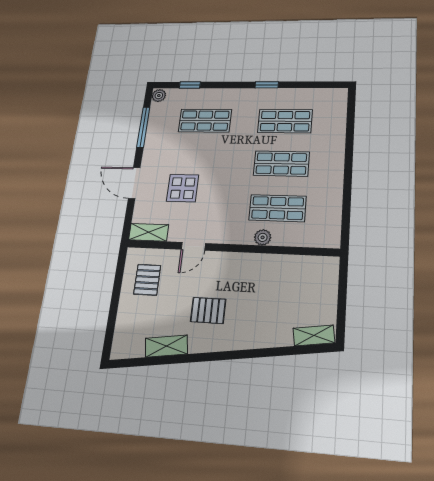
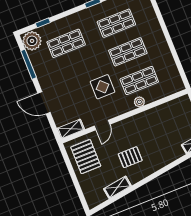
plant: (159, 96) -> (32, 41), width x1.87, depth x1.87
display table: (183, 188) -> (103, 87), moved
pallet: (147, 280) -> (86, 157), width x1.50, depth x1.42

